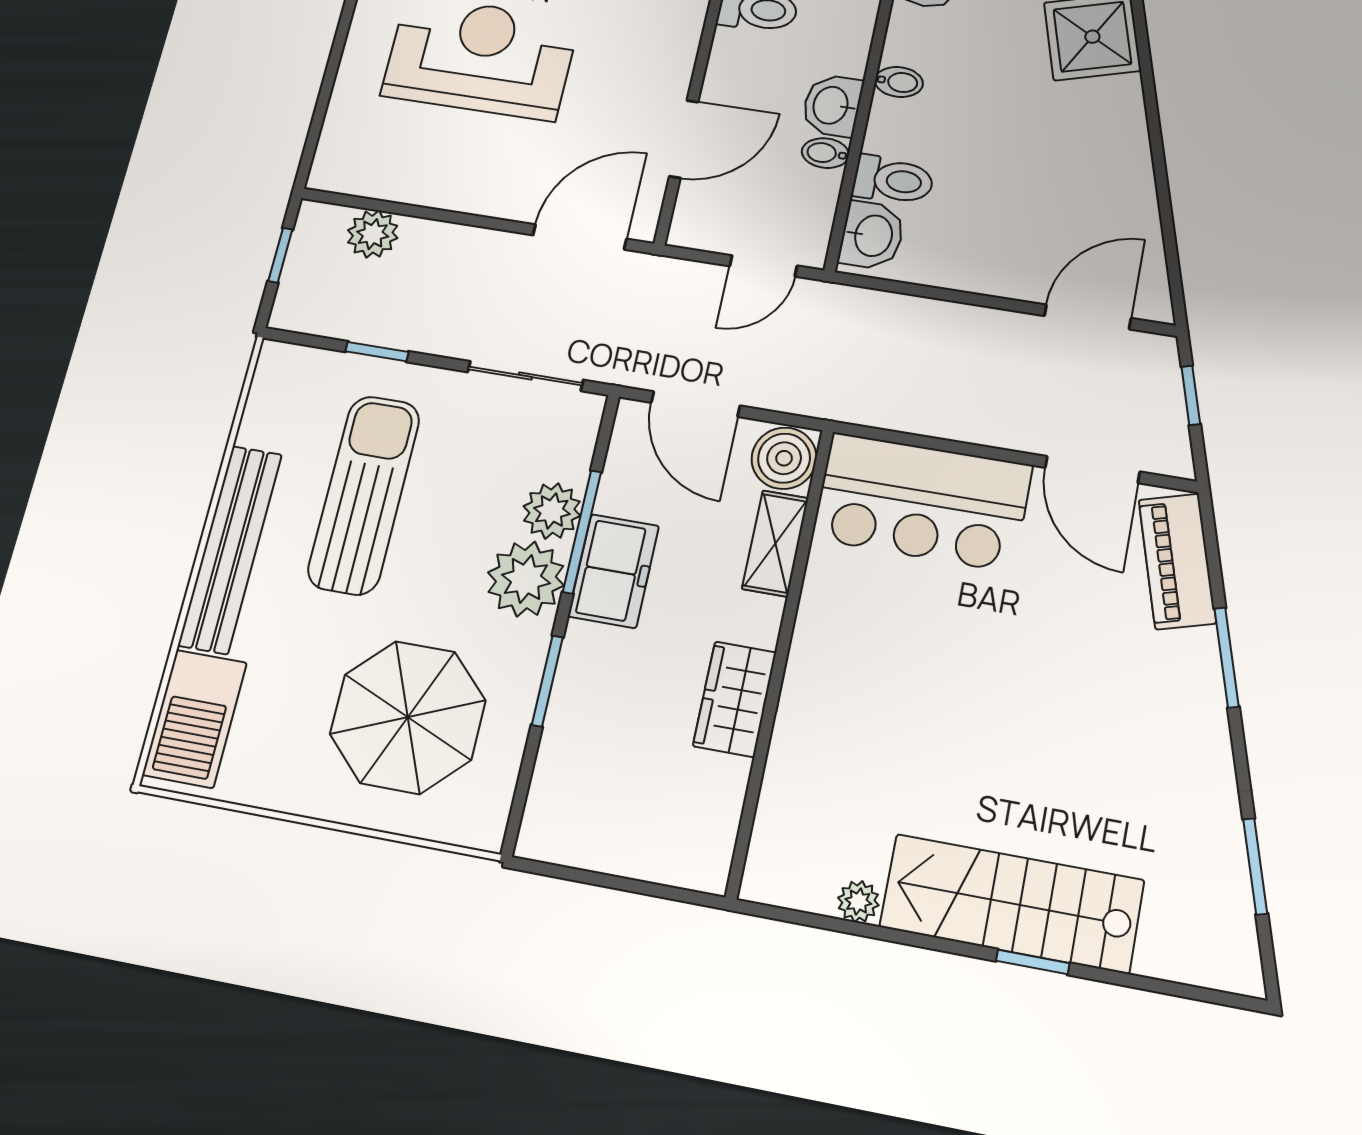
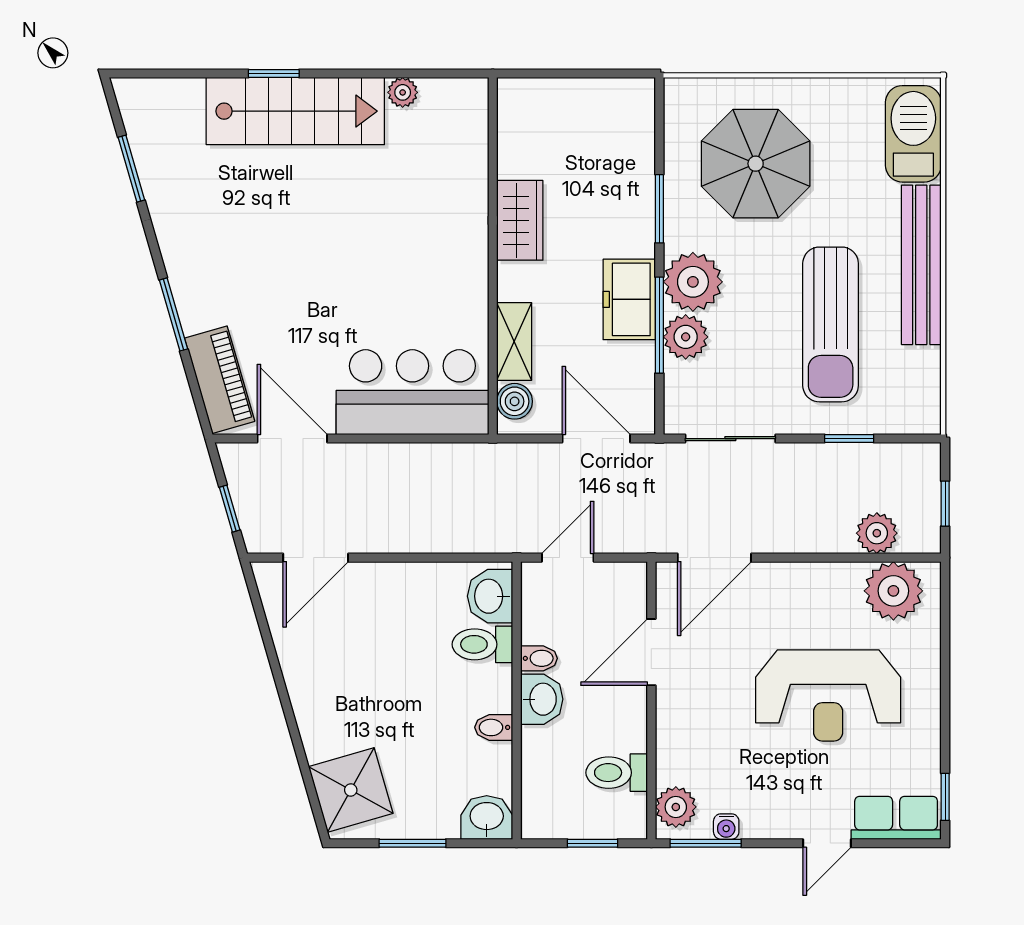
plant: (370, 164) -> (893, 591), added
boiler: (784, 458) -> (515, 401), width x0.73, depth x0.73

